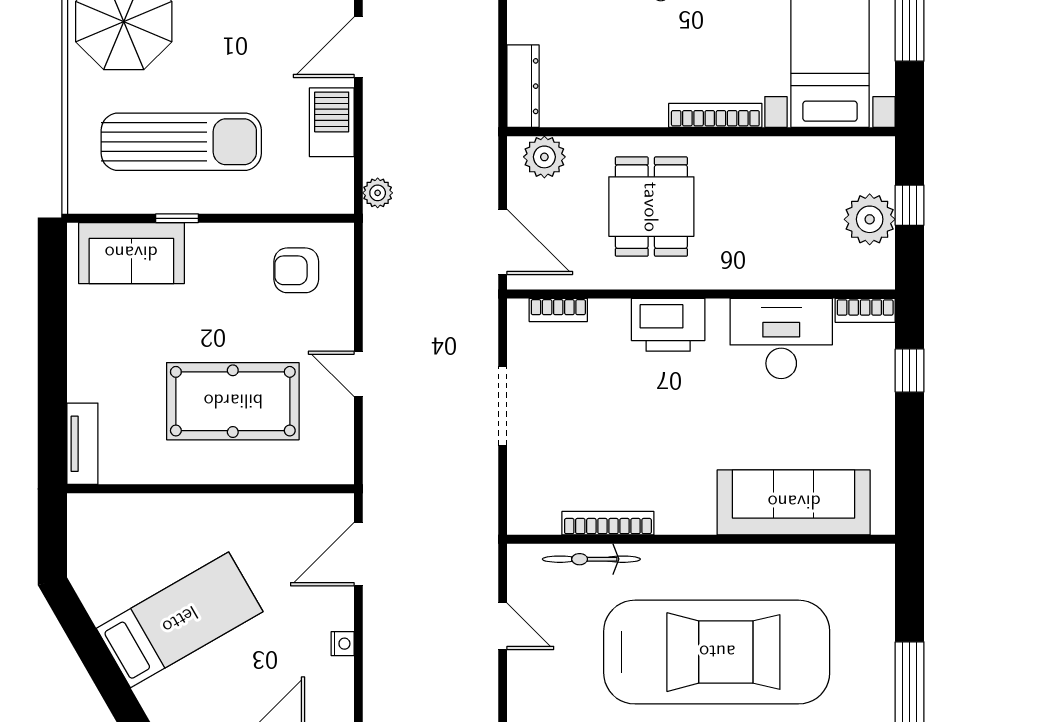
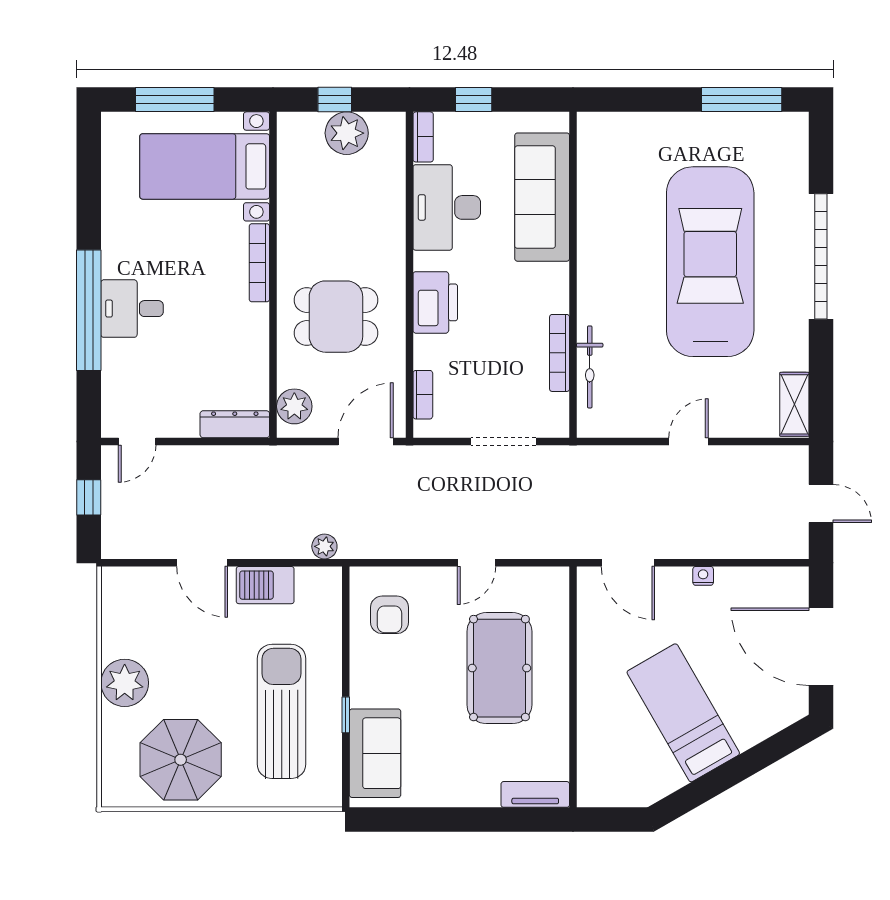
sofa: (794, 502) -> (542, 197), moved
bookcase: (608, 523) -> (560, 353), moved
wall: (701, 539) -> (573, 275), moved
bicycle: (591, 559) -> (590, 367), moved

